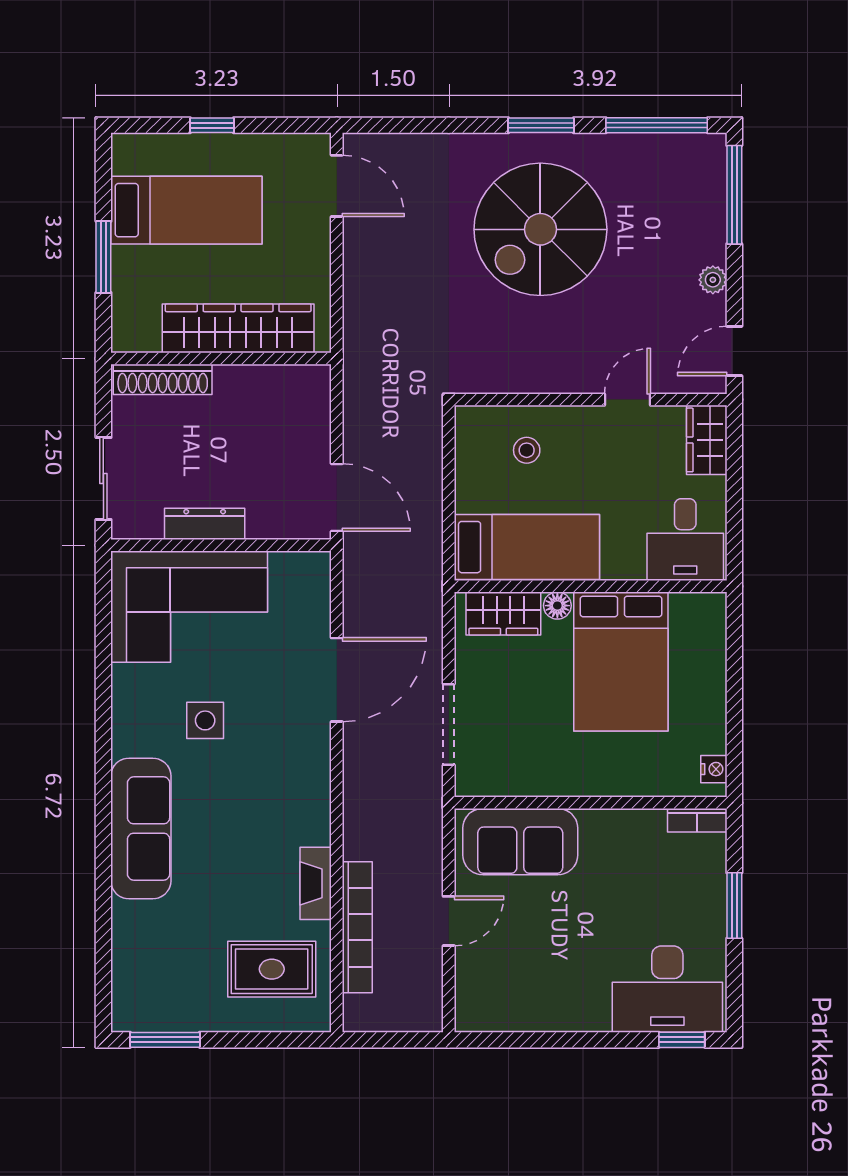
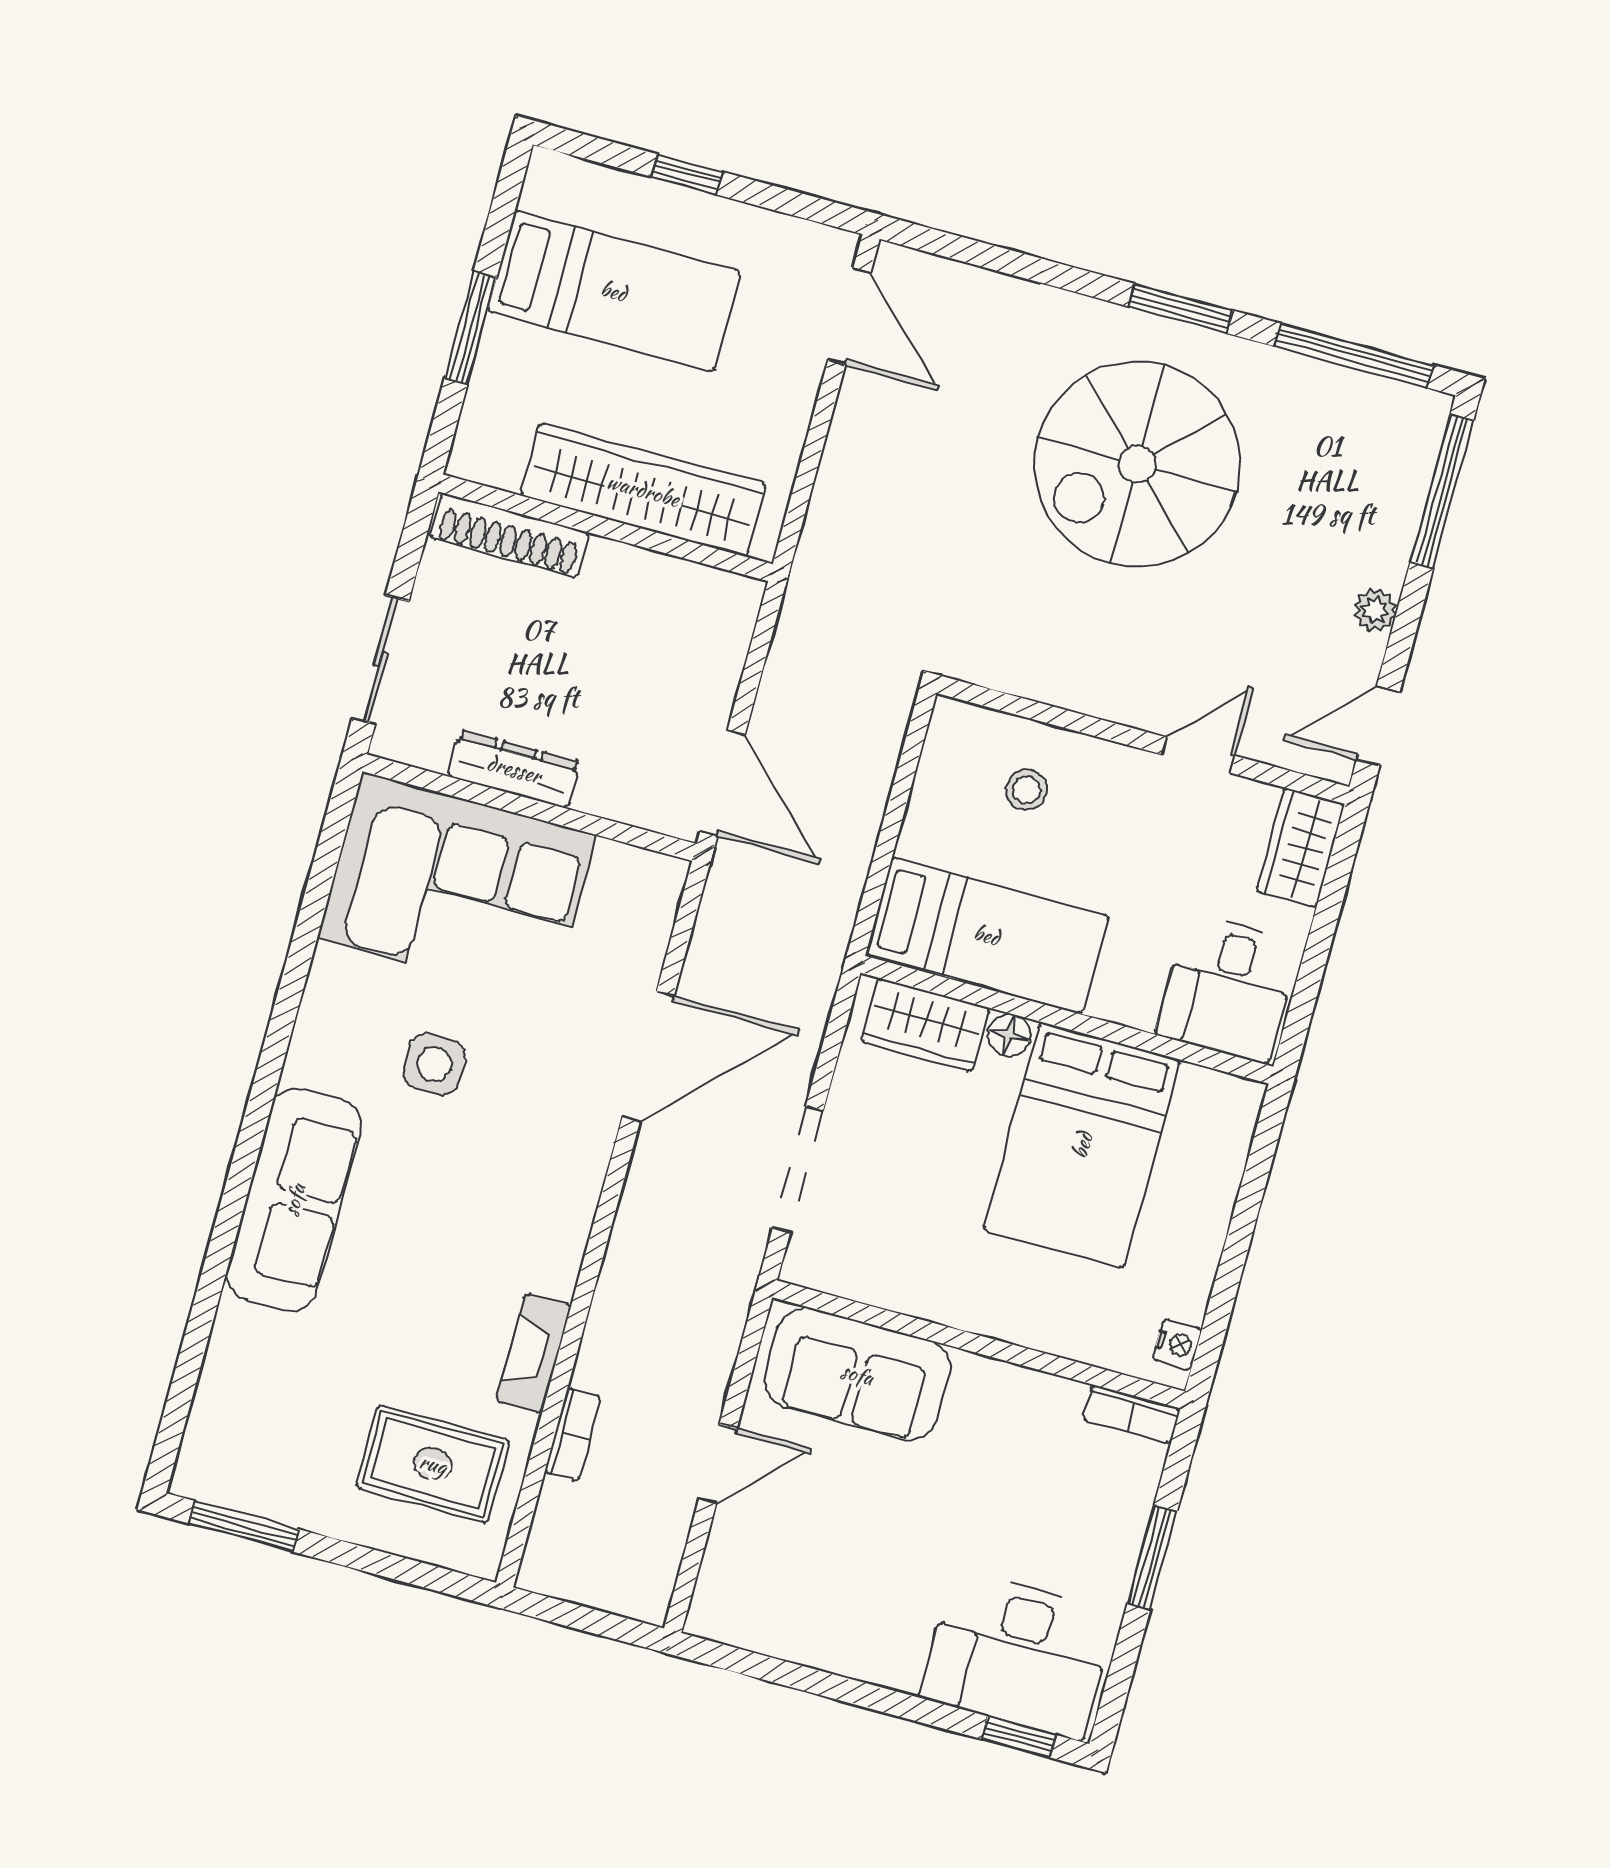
bookcase: (357, 927) -> (573, 1435), width x0.43, depth x0.76

